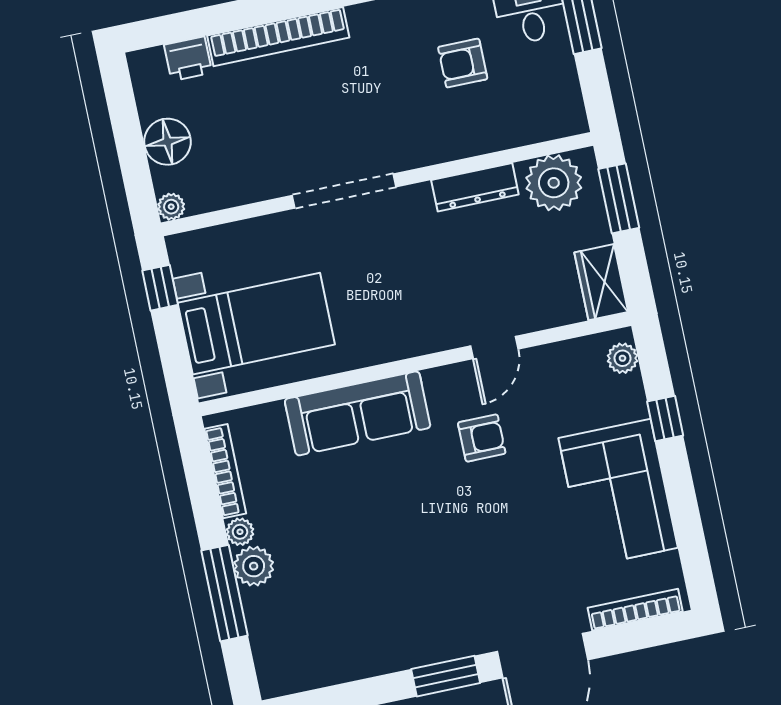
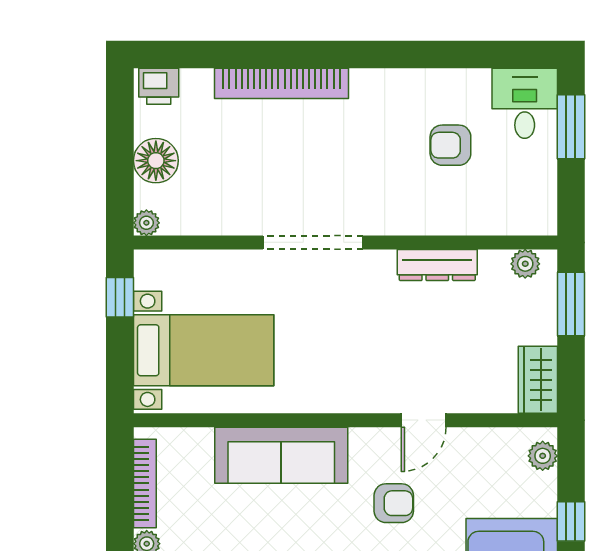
printer: (188, 59) -> (159, 86), moved
plant: (554, 183) -> (525, 264), width x0.53, depth x0.53

